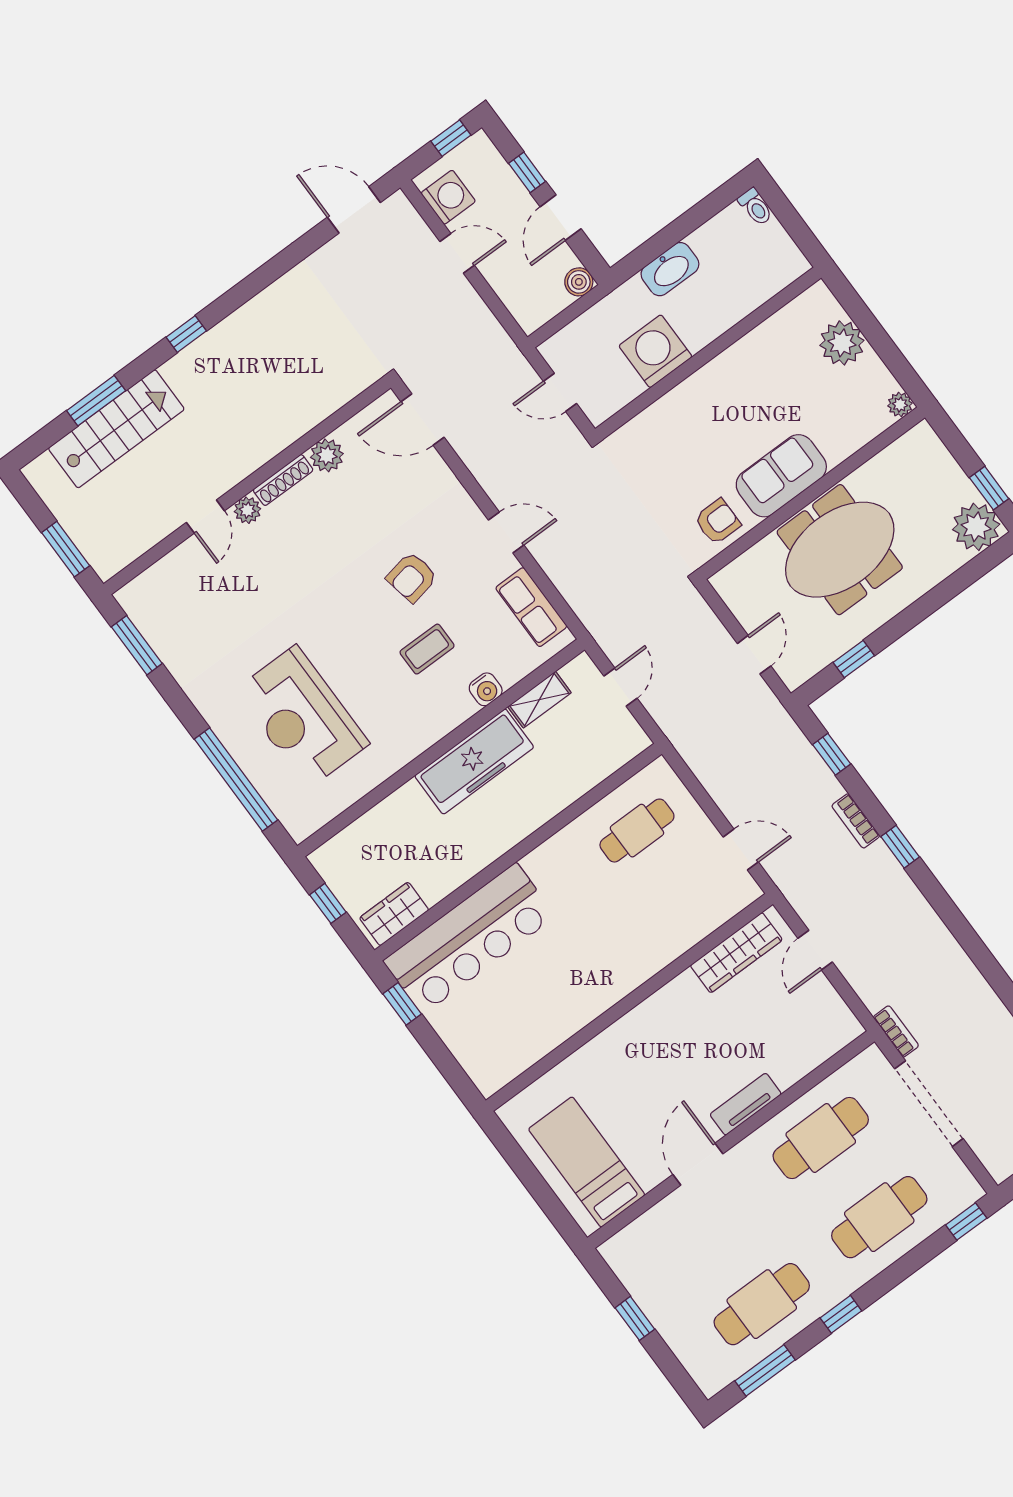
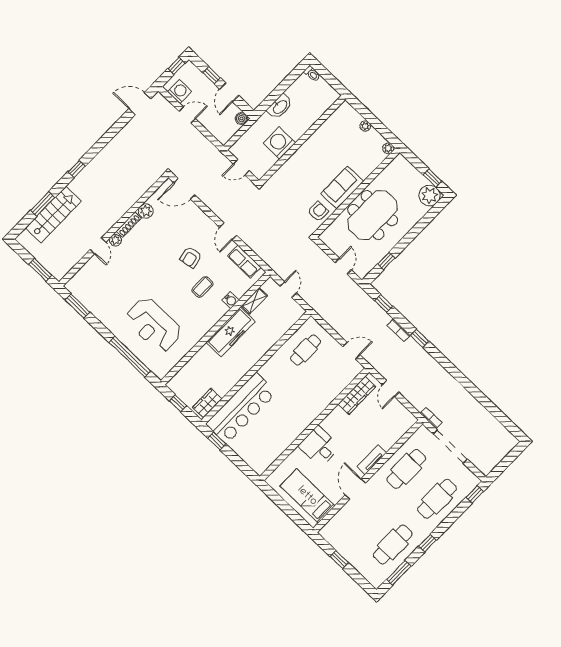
plant: (842, 343) -> (365, 126), width x0.53, depth x0.53
door: (506, 532) -> (228, 231), swing flipped
desk: (632, 1054) -> (319, 447), added

